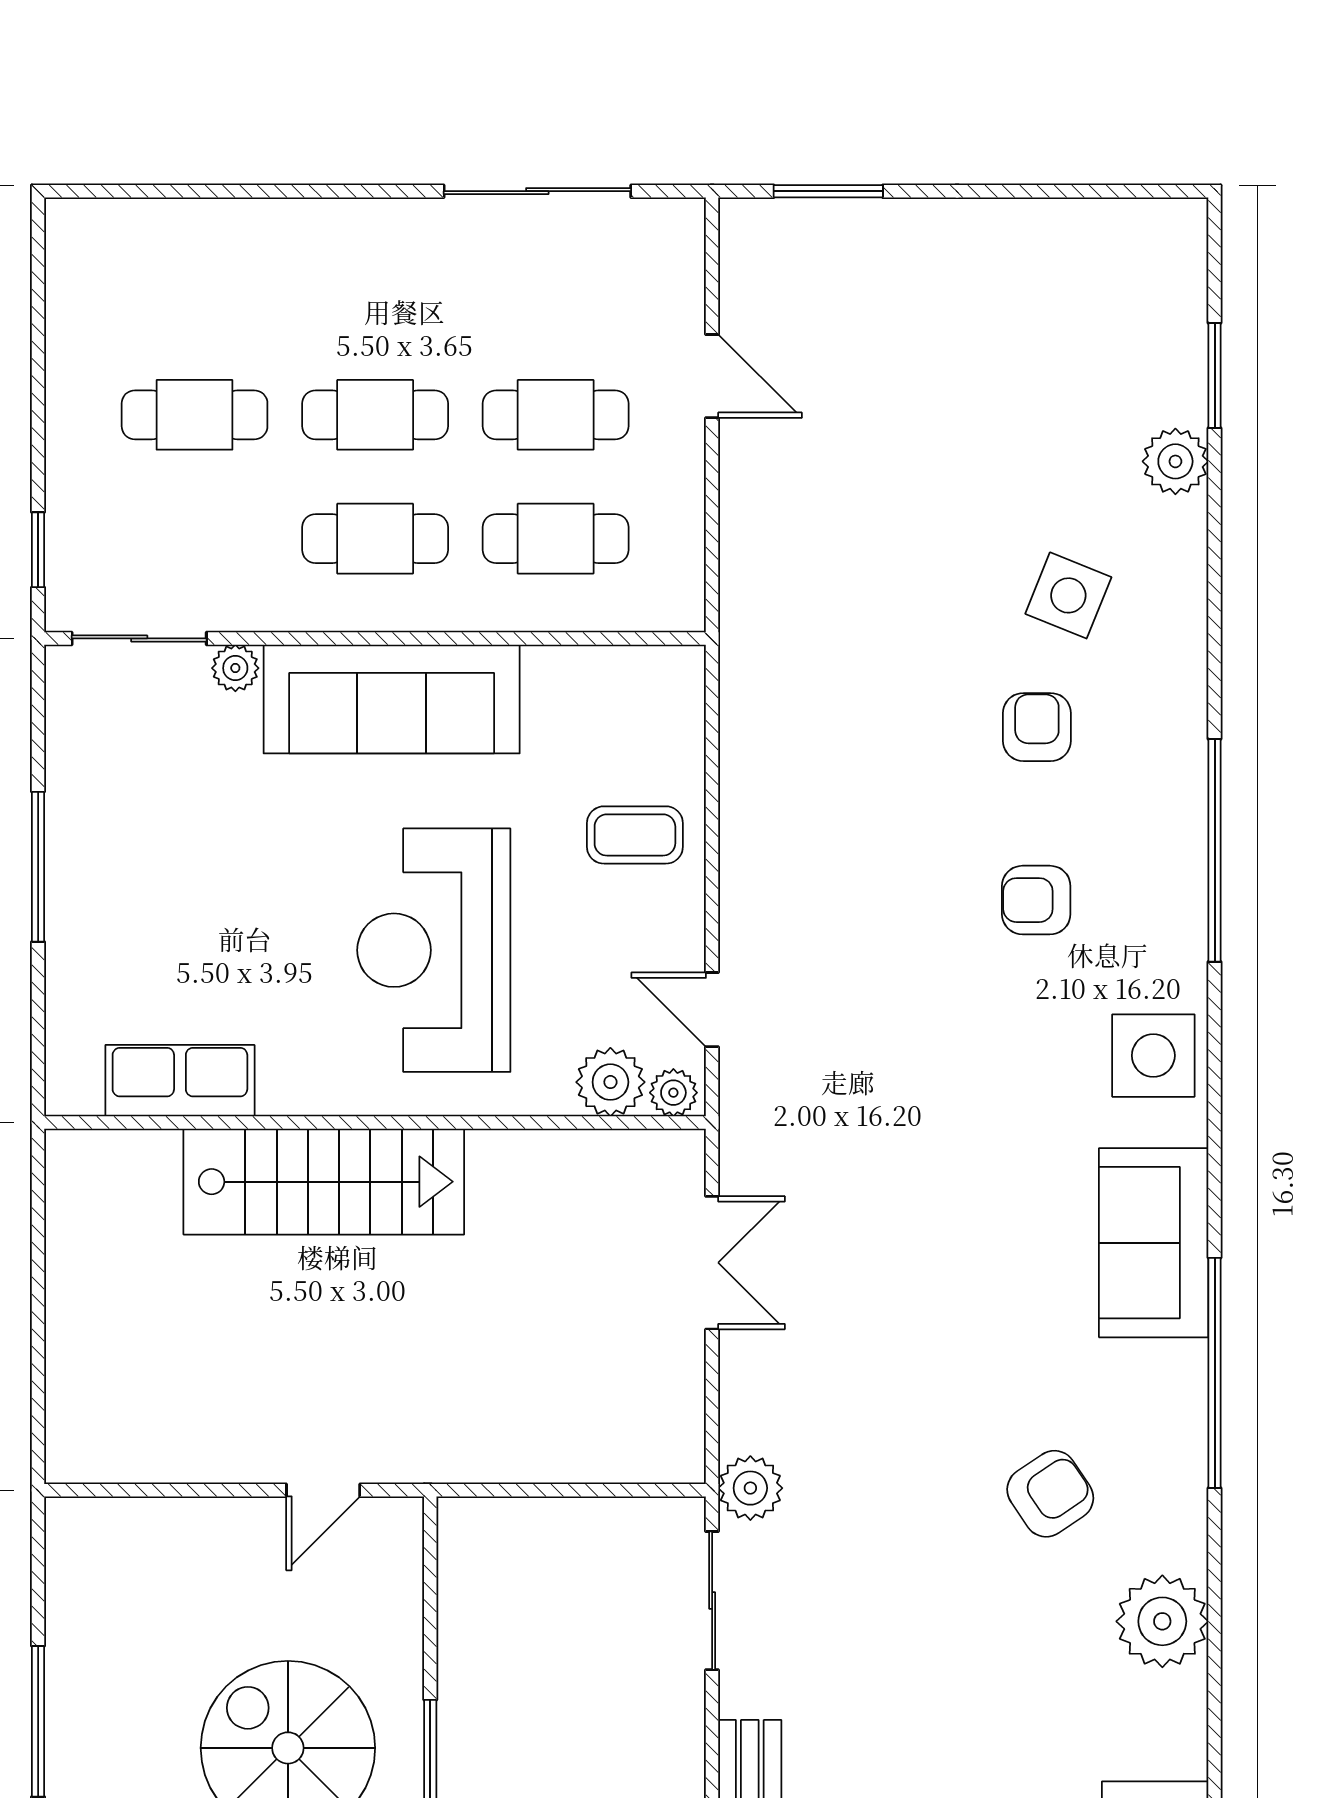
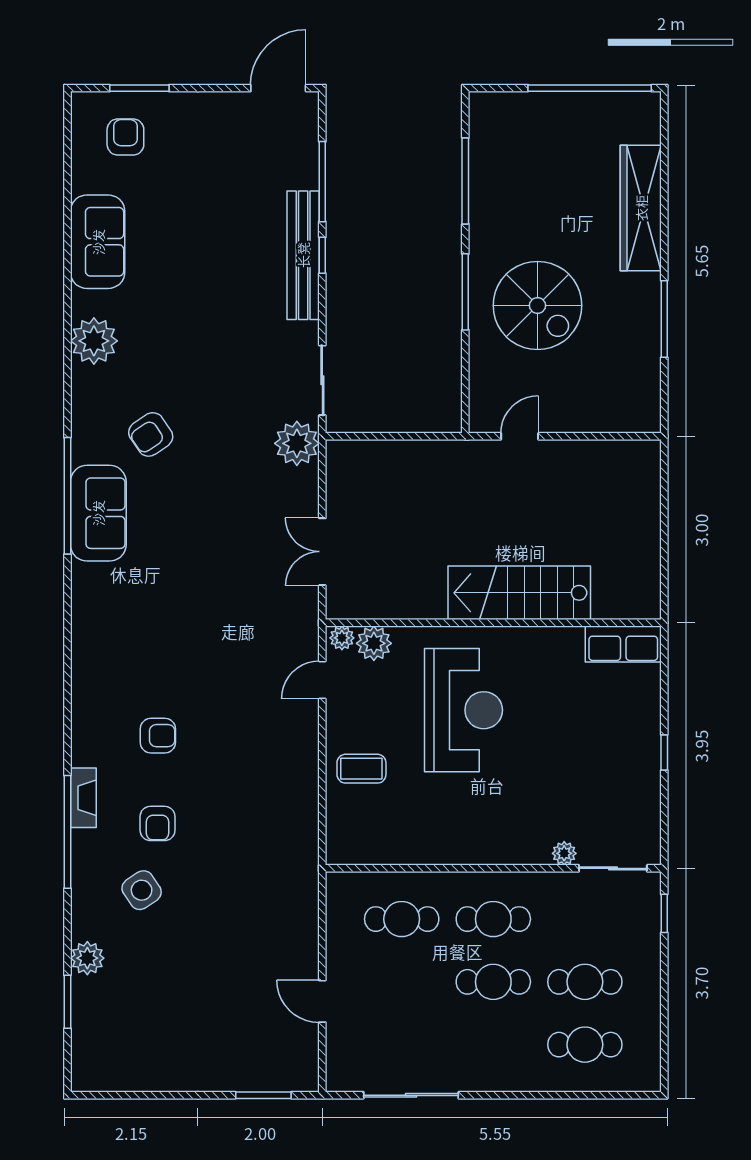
cafe table: (556, 415) -> (585, 1045), moved
side table: (1068, 595) -> (142, 890), turned 34
sofa: (392, 699) -> (485, 838), removed
fireplace: (1183, 778) -> (83, 798), added
window: (1215, 850) -> (67, 832), moved
window: (38, 867) -> (664, 753), width x0.46
door: (712, 1010) -> (322, 680), swing flipped
side table: (1153, 1056) -> (98, 657), removed
row of seats: (180, 1081) -> (623, 644), moved
sofa: (1154, 1243) -> (98, 513), moved
plant: (750, 1488) -> (297, 443), width x1.36, depth x1.36
plant: (1162, 1621) -> (94, 341), moved

